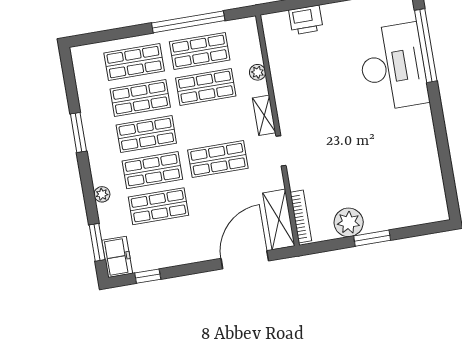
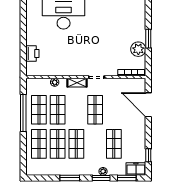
shop shelf: (152, 170) -> (95, 144), removed
window: (89, 193) -> (101, 178), added
shelving: (279, 219) -> (131, 84), removed

